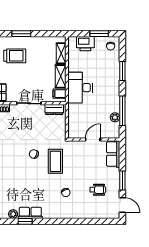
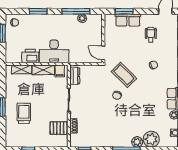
printer: (85, 44) -> (30, 56), moved, turned -90
door: (93, 140) -> (103, 53), moved
row of seats: (113, 154) -> (128, 20), moved
coffee table: (55, 161) -> (124, 75), turned 45
window: (122, 181) -> (124, 11), moved

